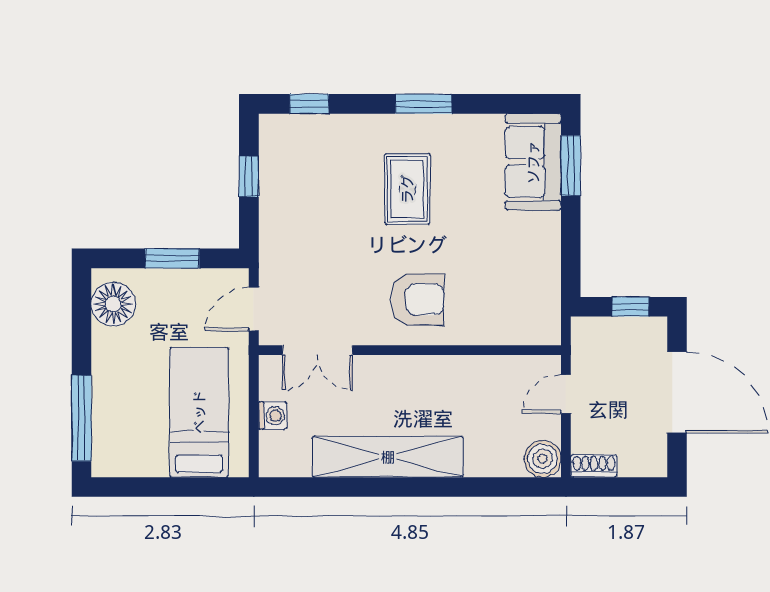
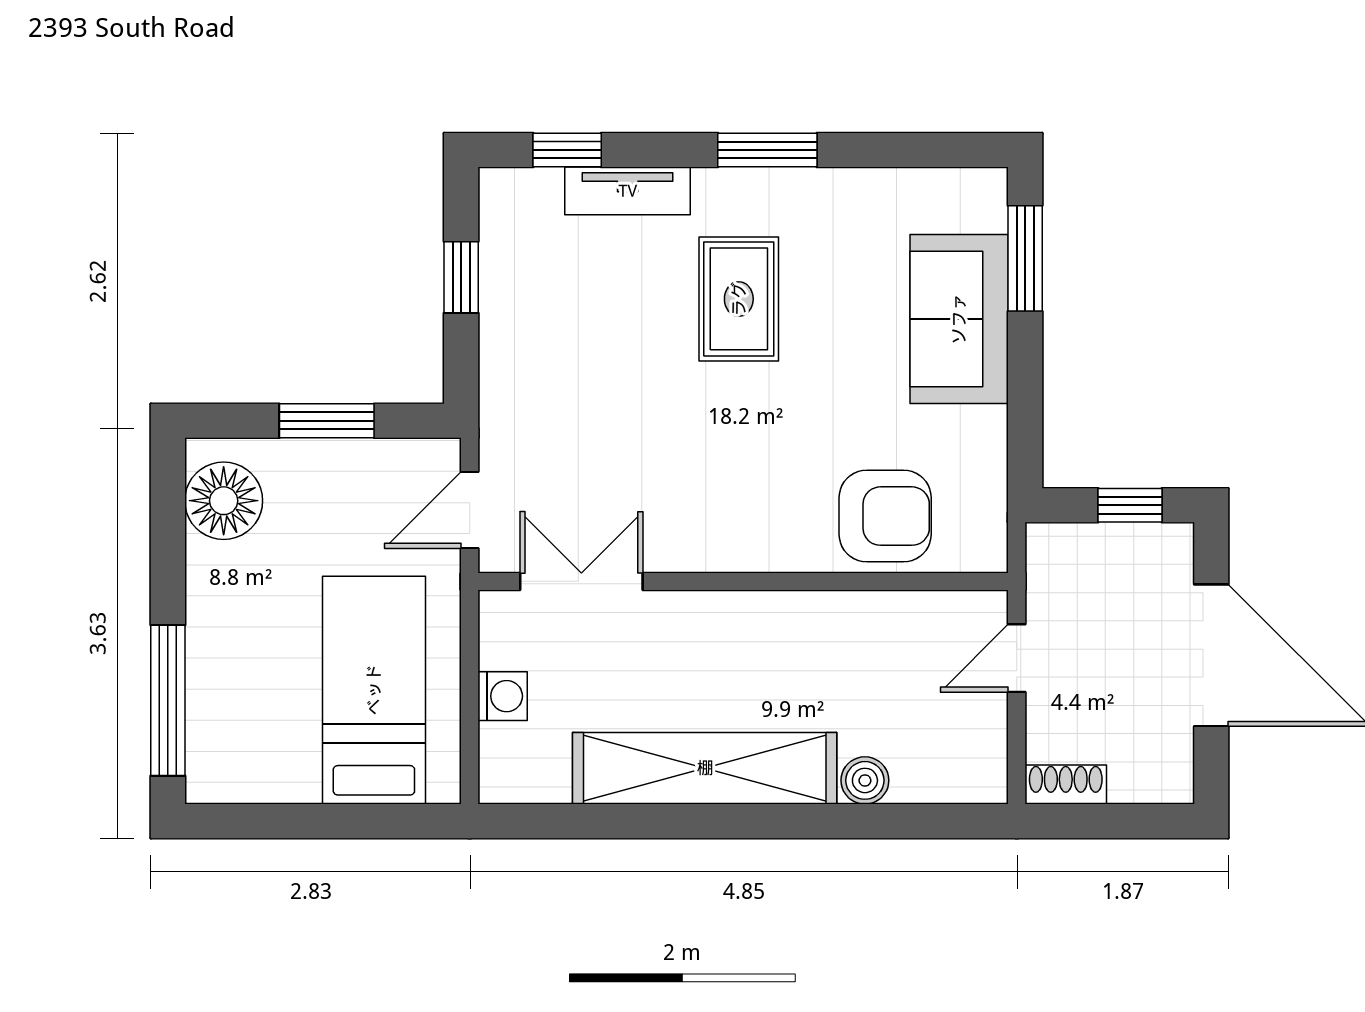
tv unit: (344, 127) -> (628, 191), added
sofa: (533, 162) -> (959, 319), moved
armchair: (417, 299) -> (885, 516), moved
double door: (317, 350) -> (581, 581), swing flipped
boiler: (543, 459) -> (865, 780), moved, width x0.73, depth x0.73

